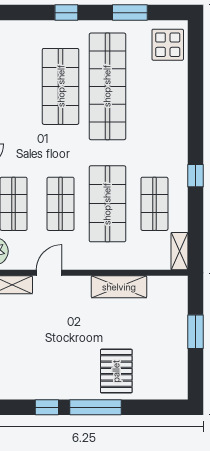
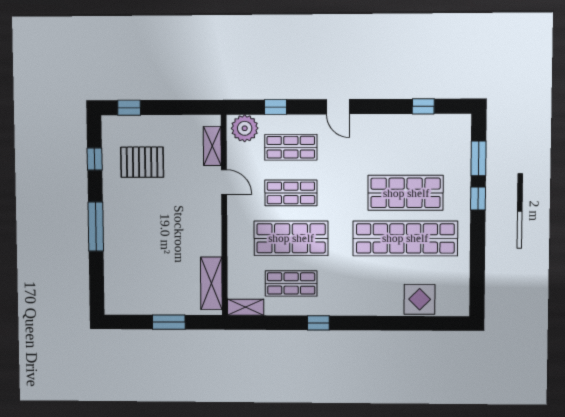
window: (130, 13) -> (478, 158), moved
display table: (168, 45) -> (420, 299), moved
shelving: (119, 287) -> (211, 283), moved
pallet: (116, 371) -> (142, 162), moved
window: (47, 407) -> (95, 159), moved

